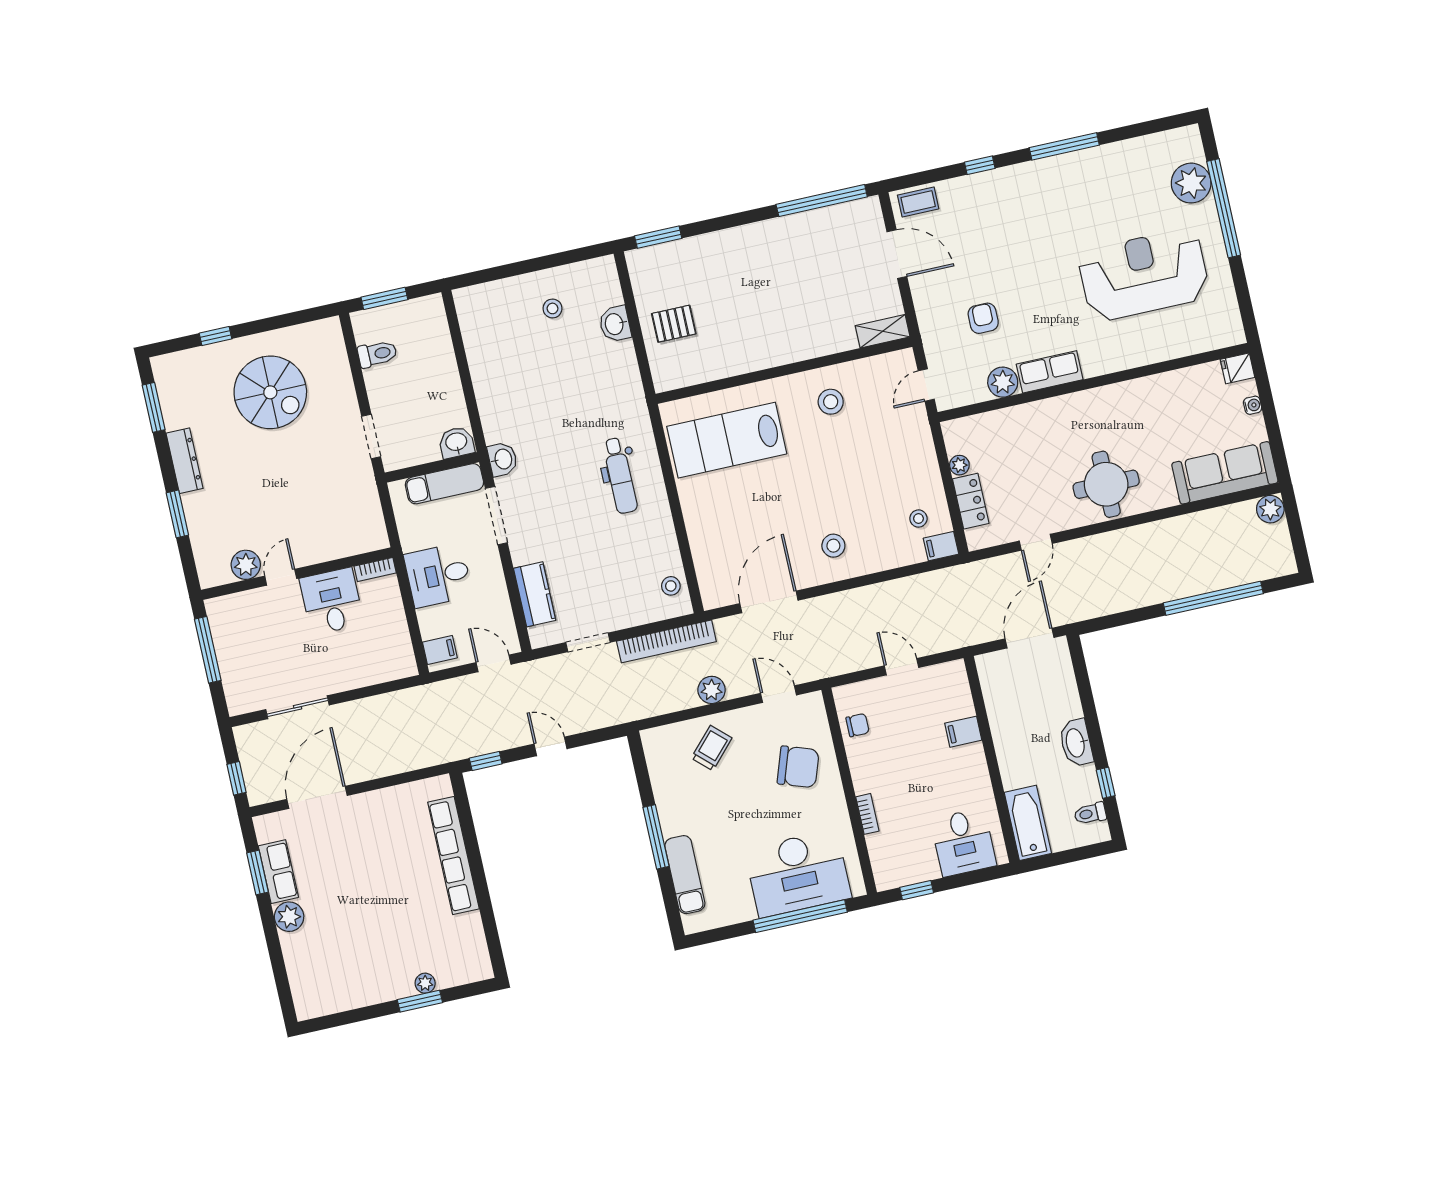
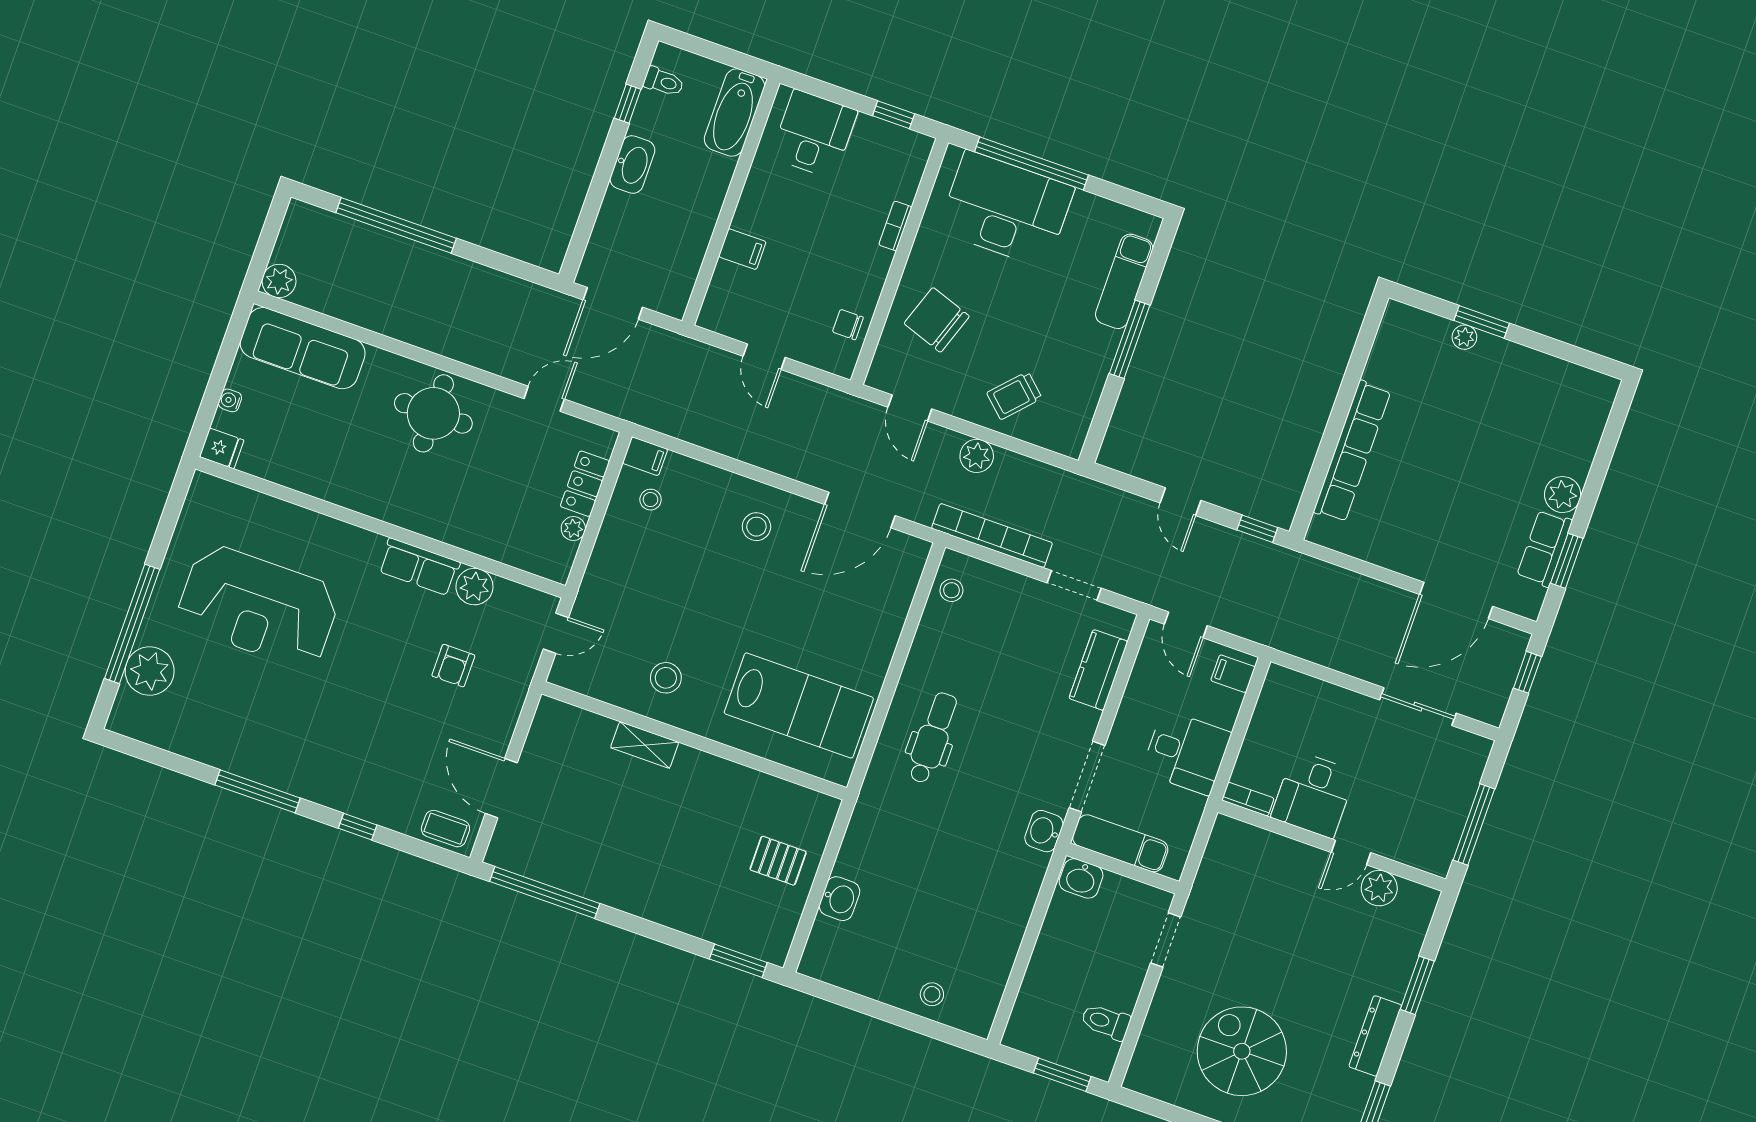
stool: (552, 308) -> (932, 994), moved
shelving: (883, 331) -> (645, 745), moved

